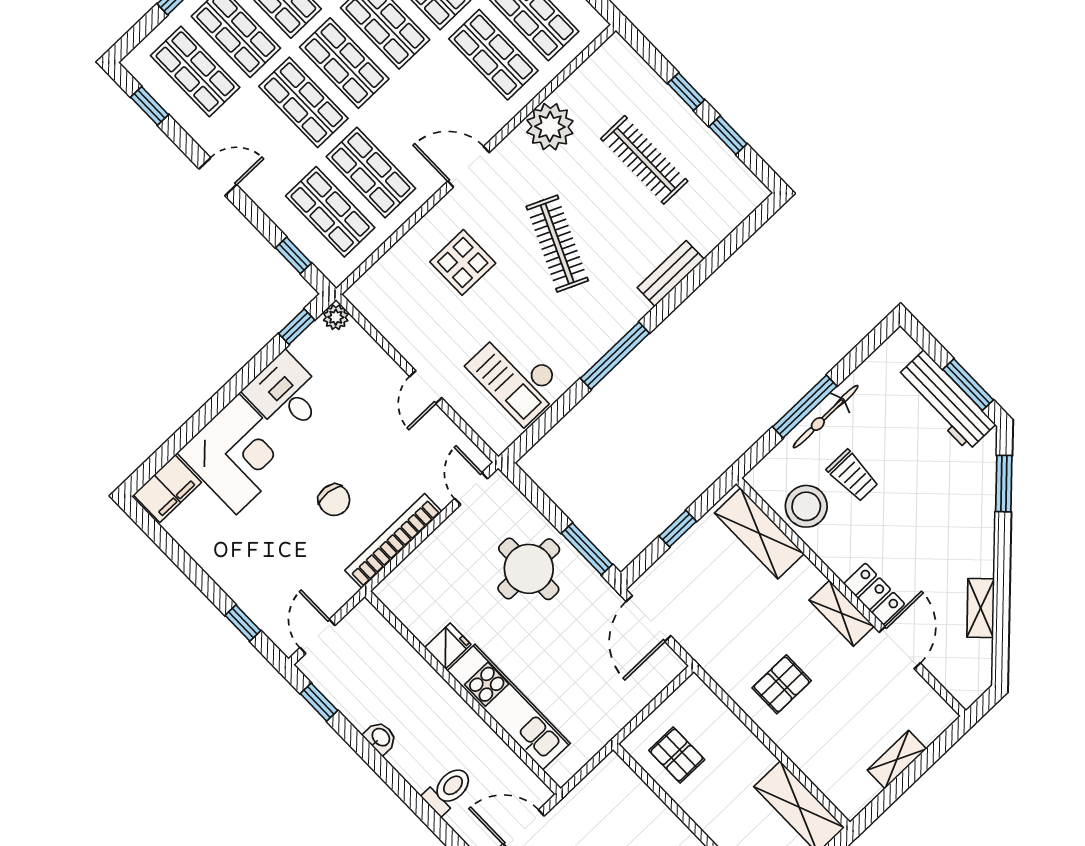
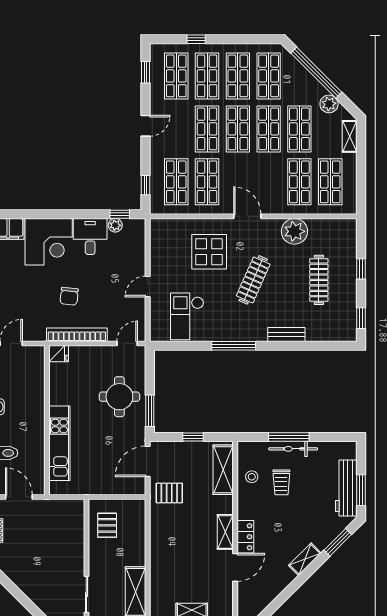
window: (728, 135) -> (361, 318), moved
door: (218, 177) -> (145, 126), hinge flipped
display table: (463, 262) -> (209, 252), width x1.36, depth x1.36
plant: (336, 317) -> (115, 225), moved
stool: (806, 506) -> (252, 477), width x0.53, depth x0.53
shelving: (981, 608) -> (305, 559), moved
fridge: (448, 646) -> (59, 354), moved
pallet: (782, 684) -> (169, 493), moved

